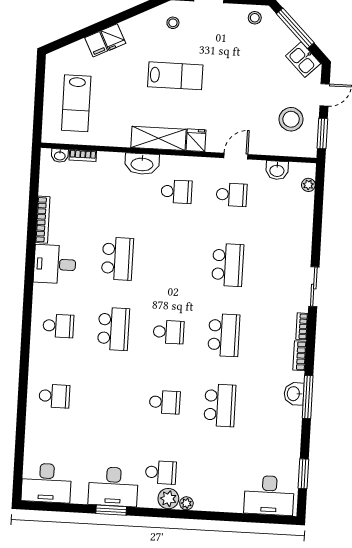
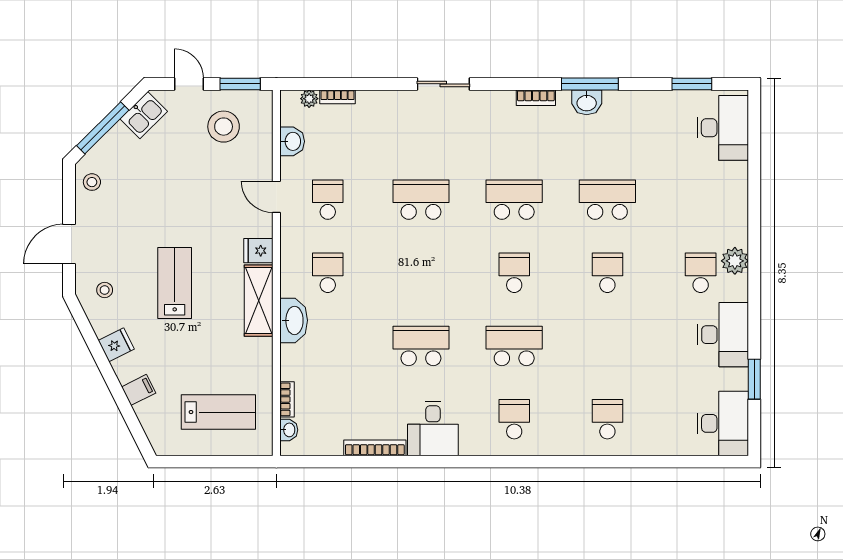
fridge: (113, 37) -> (116, 345), moved
bookcase: (302, 326) -> (338, 97), moved
plant: (186, 503) -> (740, 237), removed
window: (111, 510) -> (754, 379), moved

